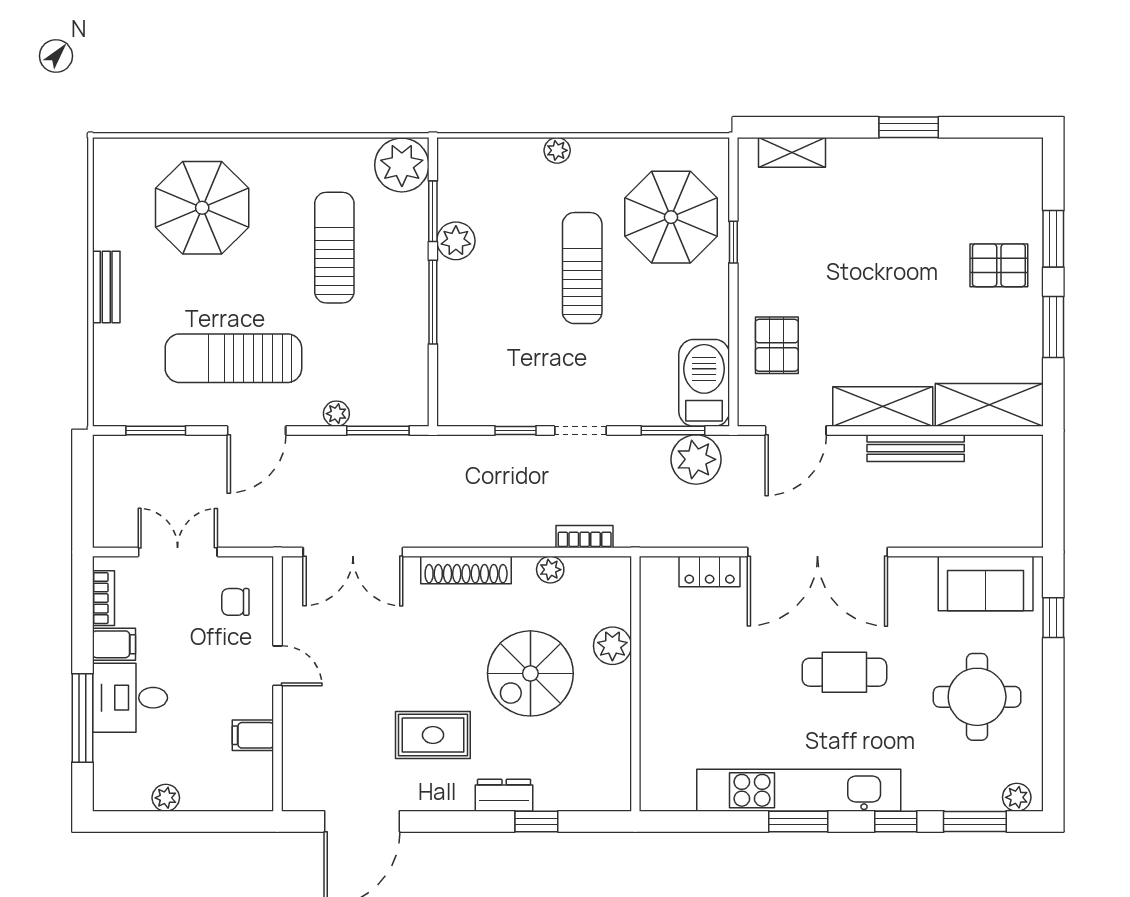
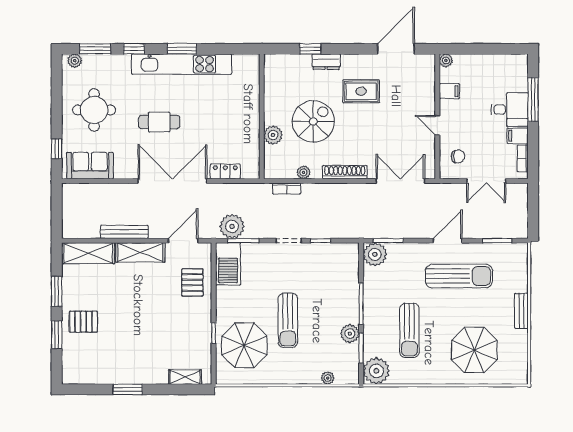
plant: (557, 150) -> (328, 378), moved
plant: (336, 414) -> (375, 254), moved, width x1.87, depth x1.87
plant: (166, 798) -> (446, 60), moved

